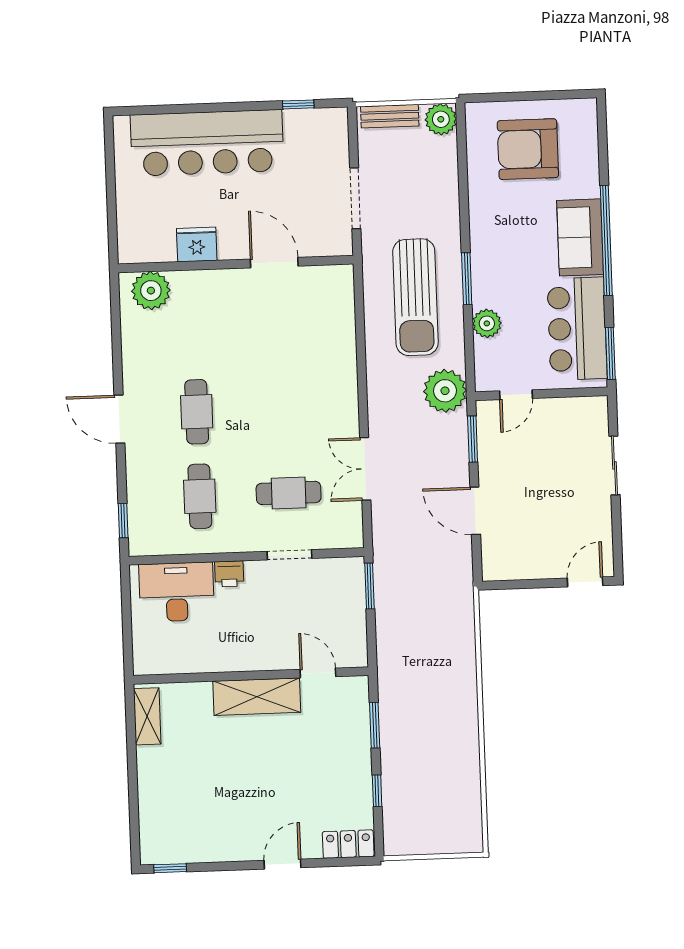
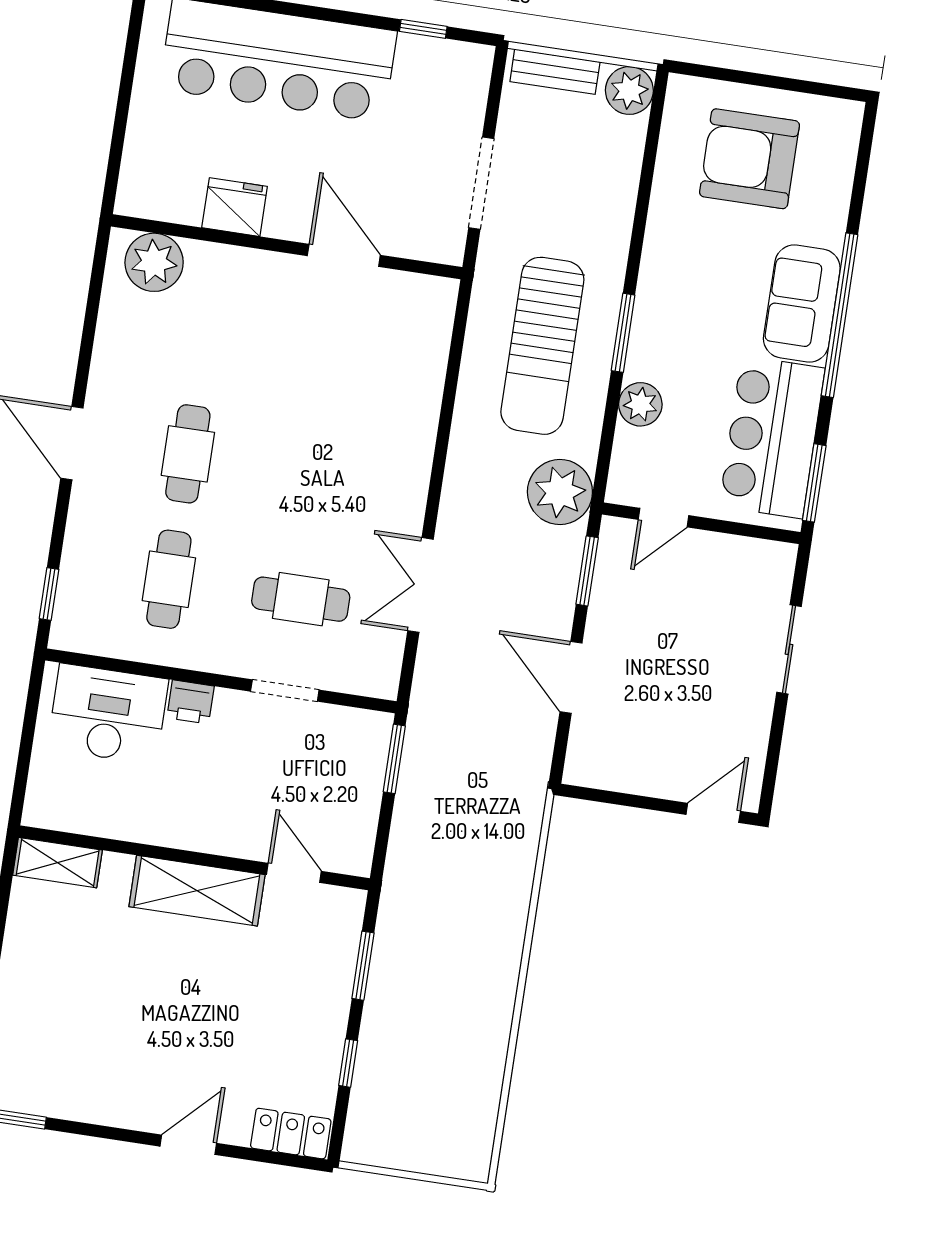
shelving: (147, 716) -> (58, 863), moved, turned 90

